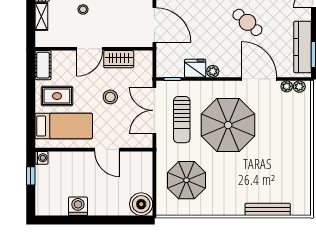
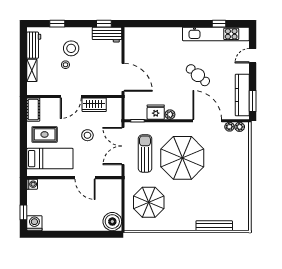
sun lounger: (182, 120) -> (145, 153), turned 180
window: (31, 176) -> (23, 212), moved
washing machine: (78, 206) -> (34, 223), moved

